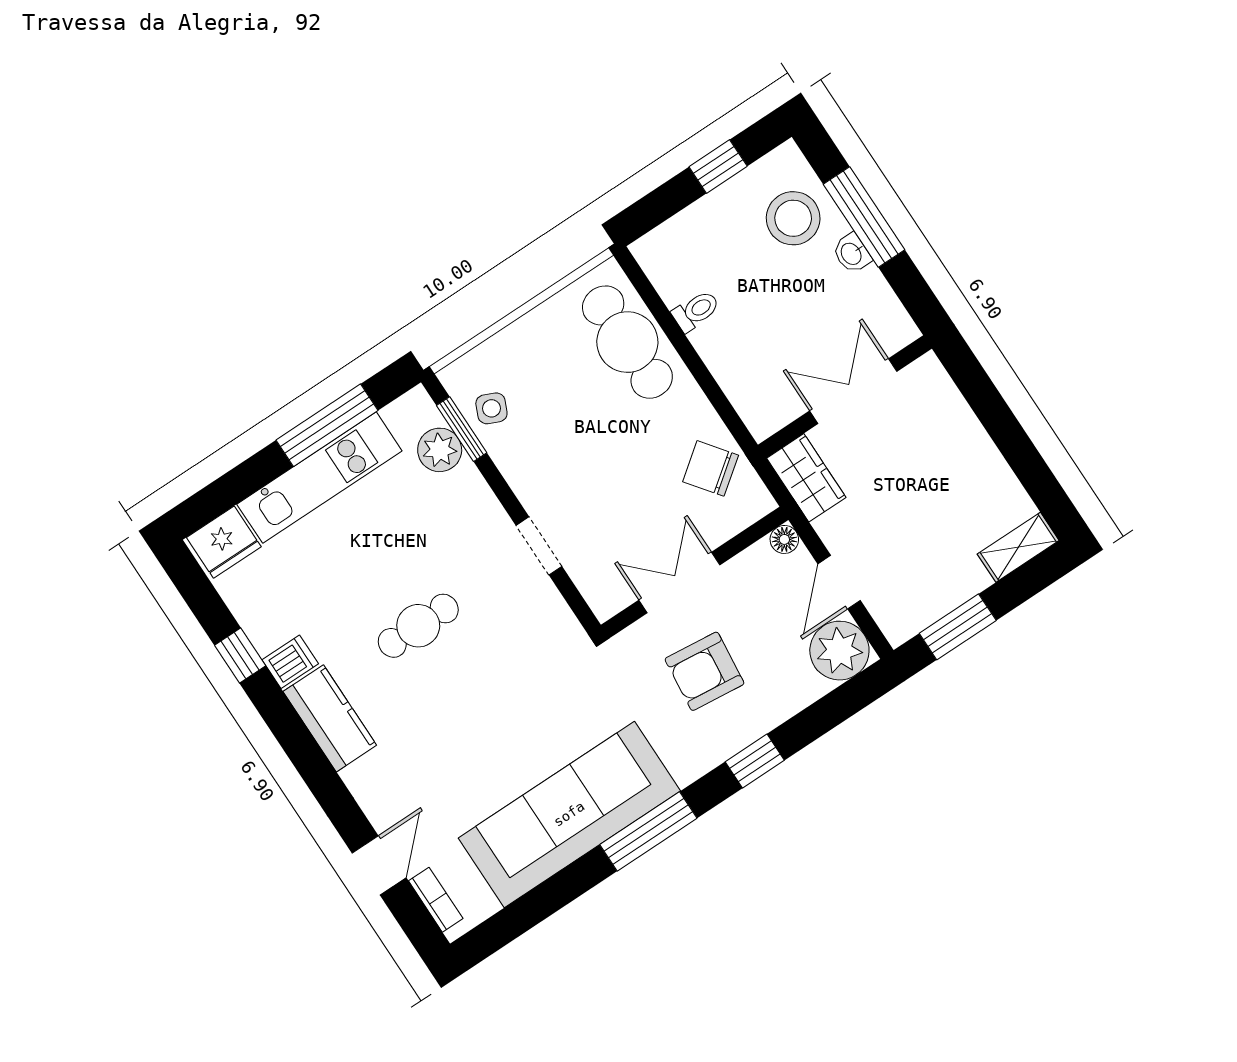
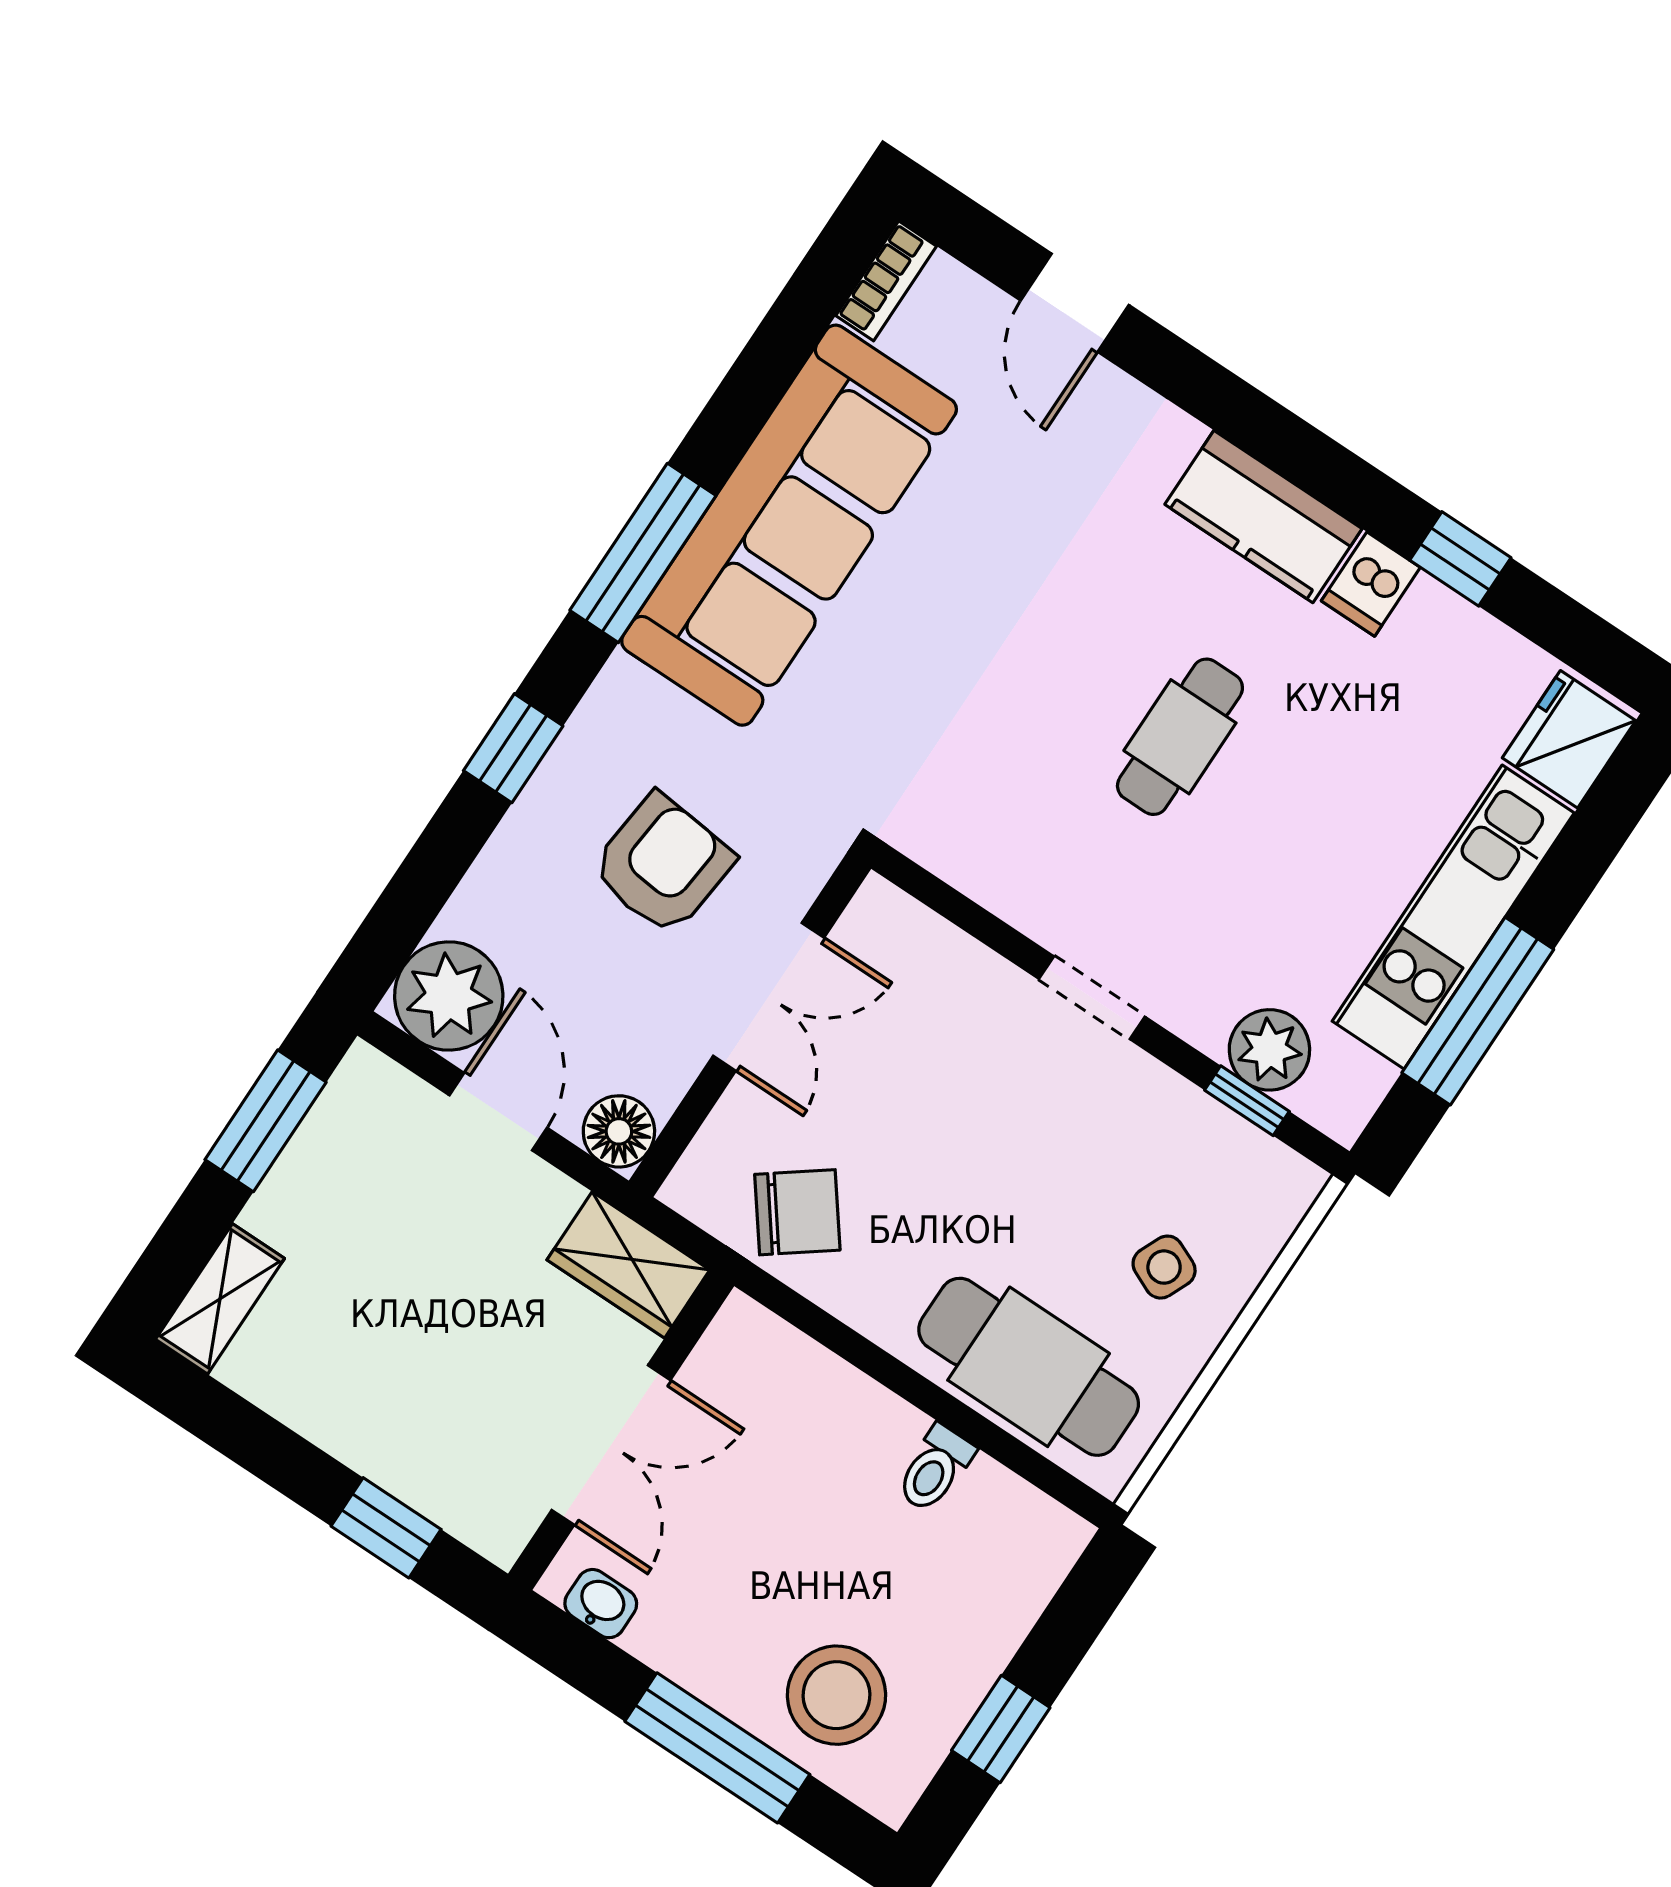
washbasin: (852, 253) -> (601, 1604), moved
window: (983, 397) -> (386, 1528), added
side table: (491, 408) -> (1164, 1267), moved
window: (462, 429) -> (1247, 1101), width x0.67
floor lamp: (784, 539) -> (619, 1131), width x1.37, depth x1.37
doorway: (539, 546) -> (1092, 998), moved
bookcase: (436, 900) -> (886, 281), moved, turned -90

